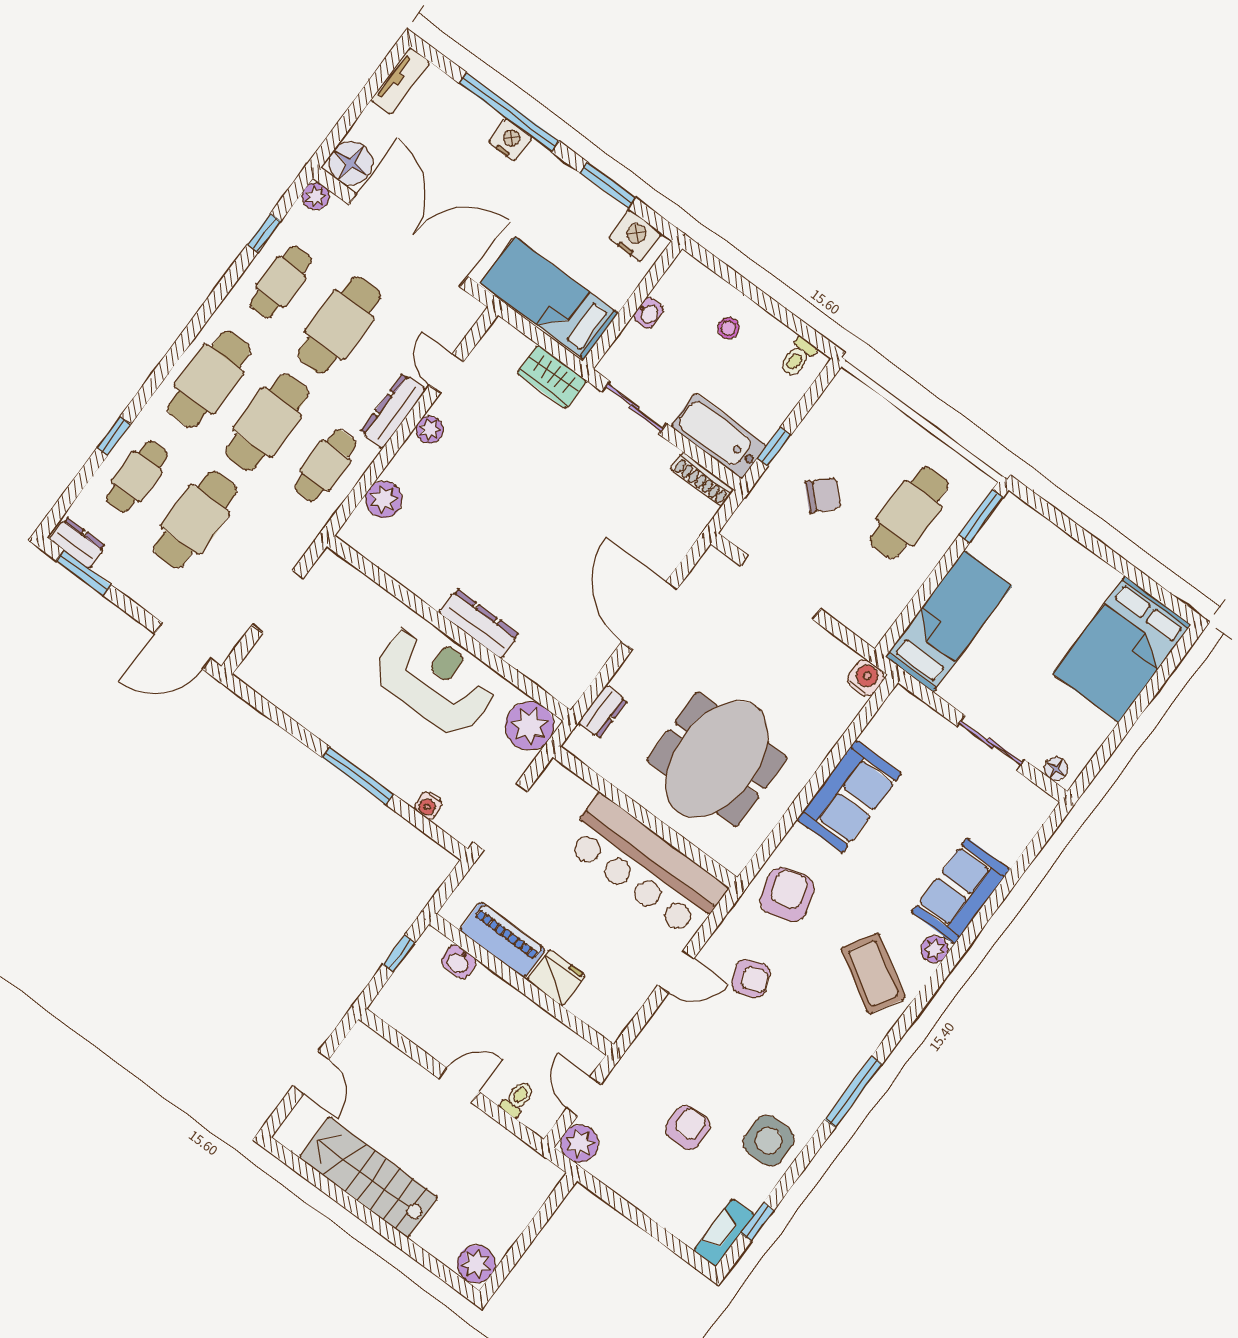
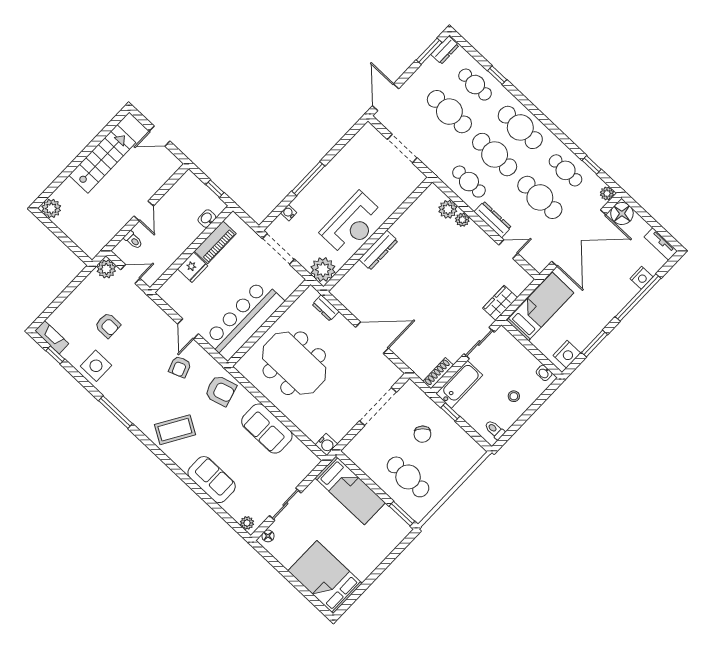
nightstand: (510, 140) -> (641, 278), moved
washbasin: (649, 313) -> (544, 373), moved
plant: (430, 430) -> (462, 220), moved
plant: (935, 949) -> (247, 523), moved

